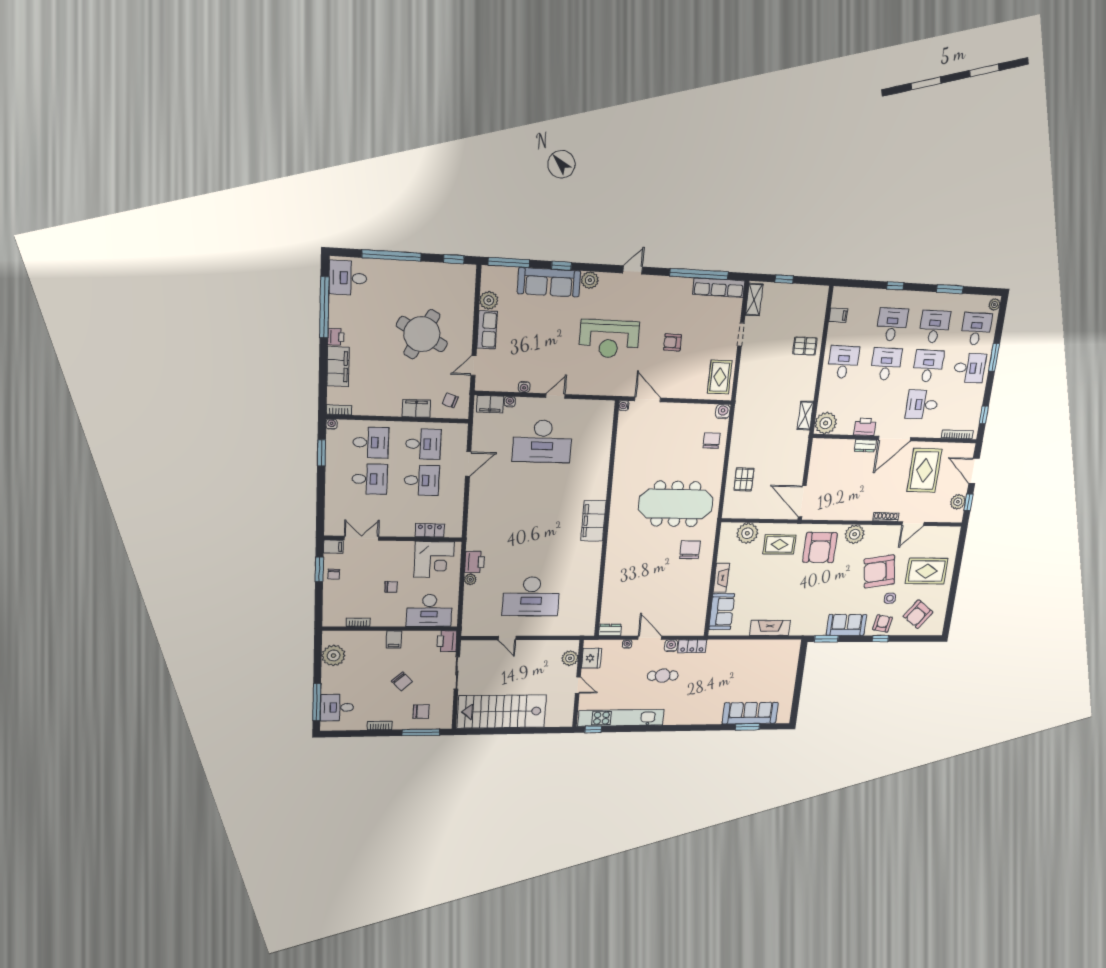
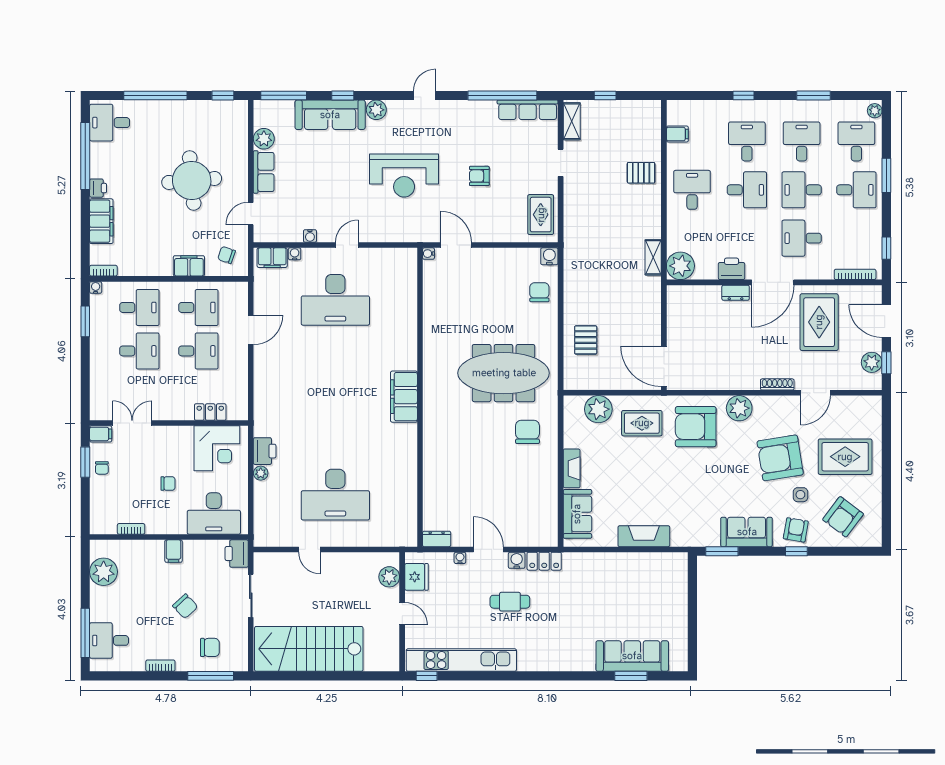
round table: (422, 334) -> (192, 180), turned -33
desk: (886, 364) -> (747, 190), turned 90
desk: (928, 366) -> (802, 190), turned -90
armchair: (820, 548) -> (696, 427), turned 90

